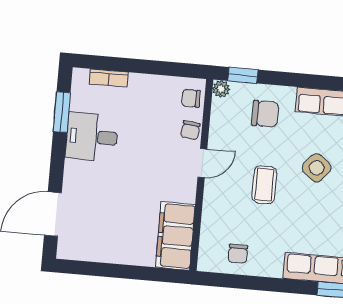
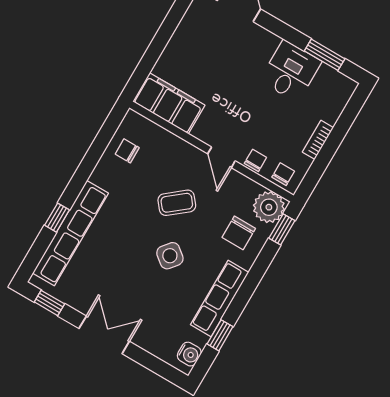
bookcase: (109, 78) -> (318, 140), moved
plant: (221, 89) -> (269, 207), width x1.88, depth x1.88
chair: (190, 130) -> (255, 160), turned 83
coffee table: (264, 185) -> (177, 203), turned -39

